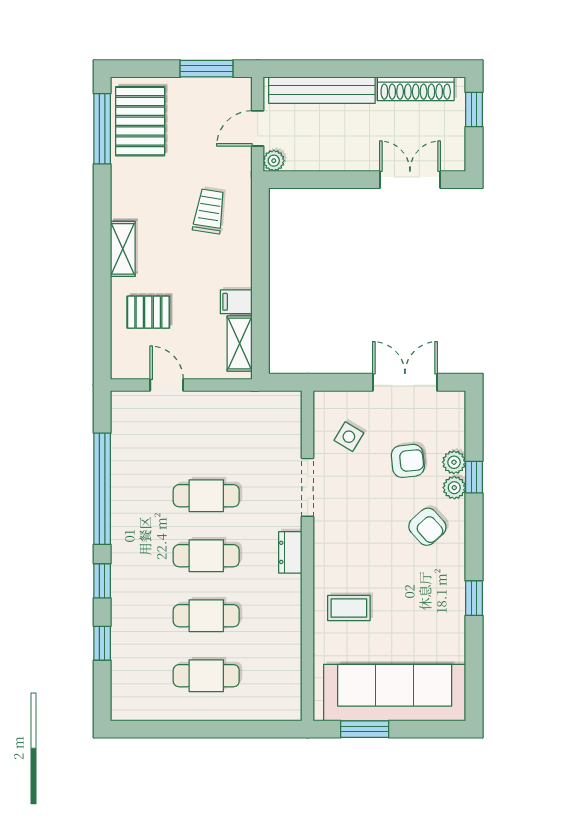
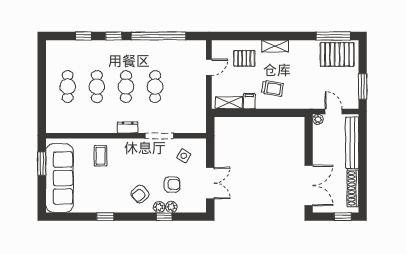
double door: (410, 180) -> (309, 185), width x1.37
trolley: (209, 211) -> (272, 88), moved
pallet: (148, 312) -> (244, 58), turned 90
armchair: (408, 461) -> (172, 184), turned -84

